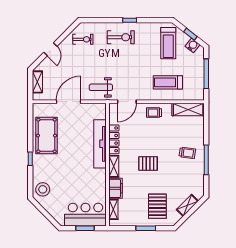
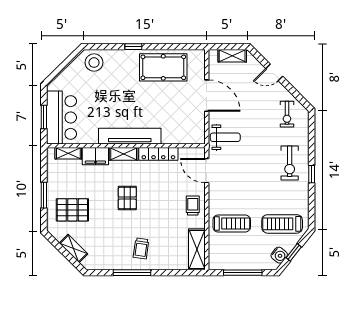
treadmill: (168, 82) -> (232, 223), turned 90
weight bench: (101, 87) -> (225, 137), turned 90
tv unit: (100, 144) -> (130, 136), moved

